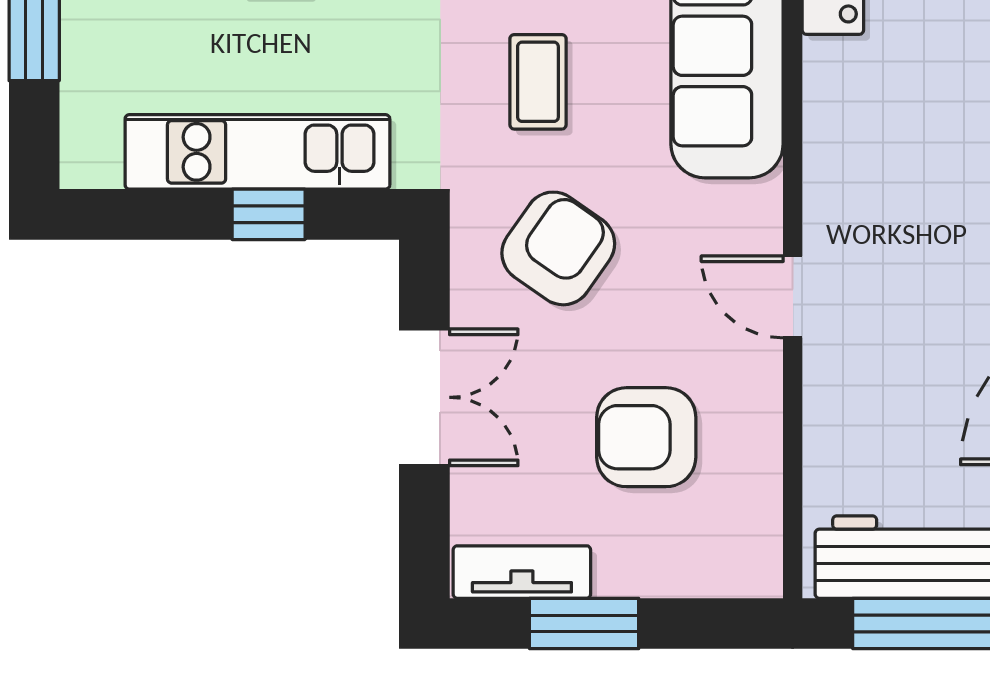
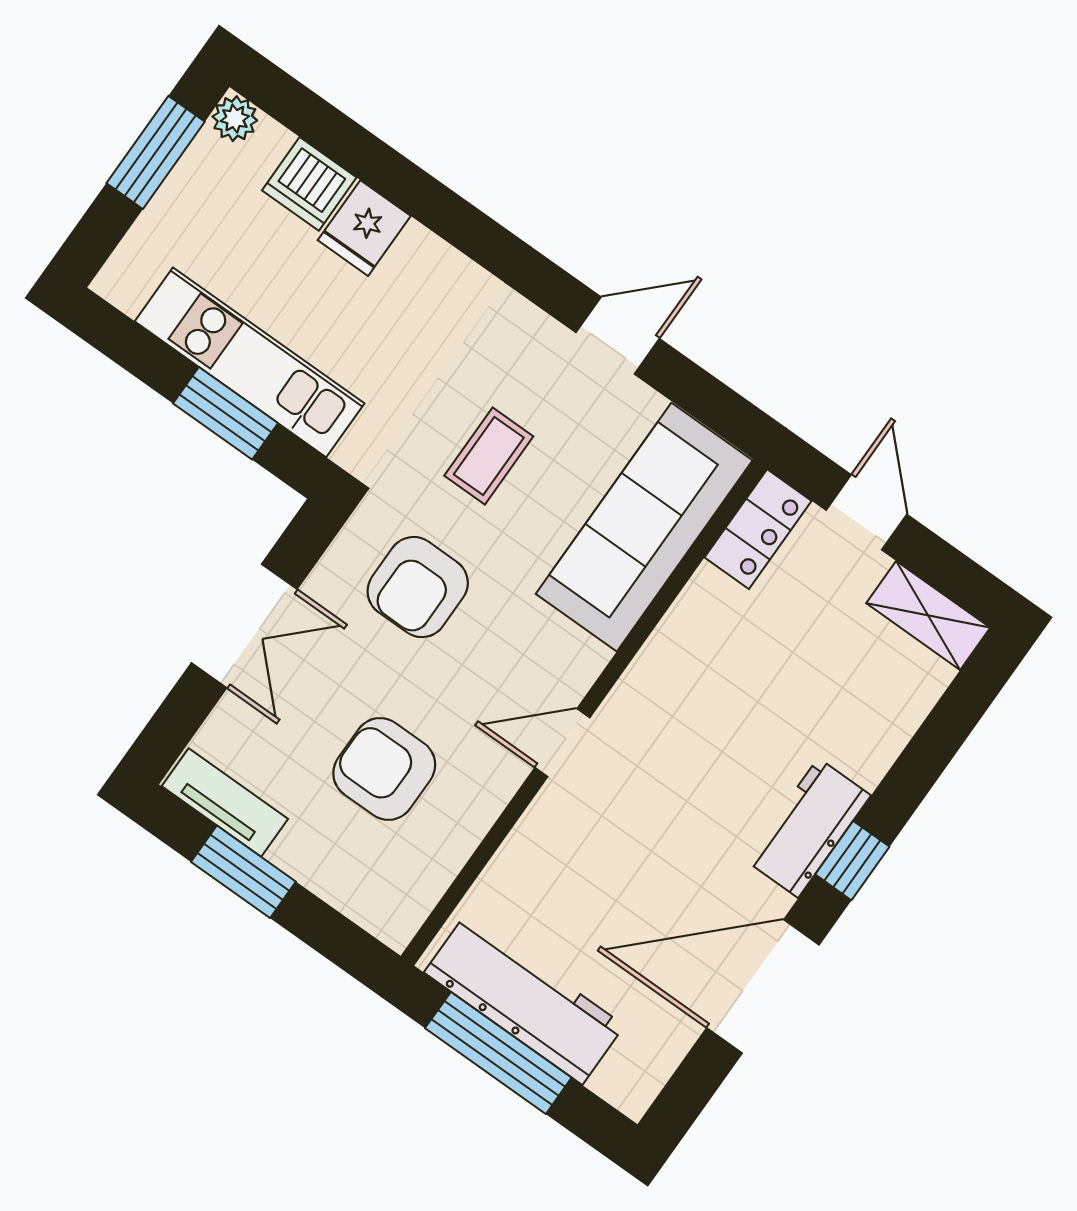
window: (269, 214) -> (225, 413), width x1.50
armchair: (558, 248) -> (418, 587), turned 145
door: (793, 297) -> (562, 743), hinge flipped

